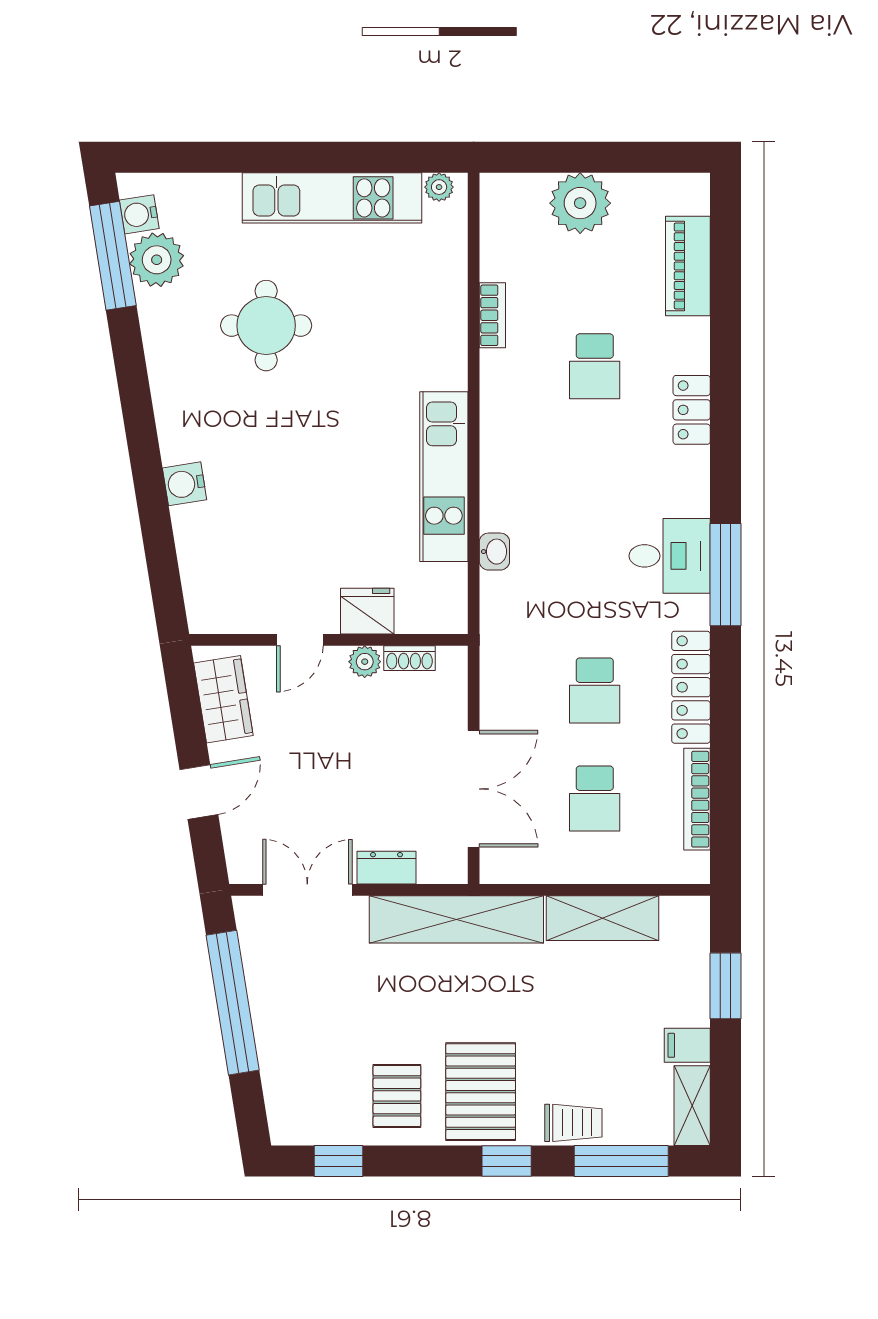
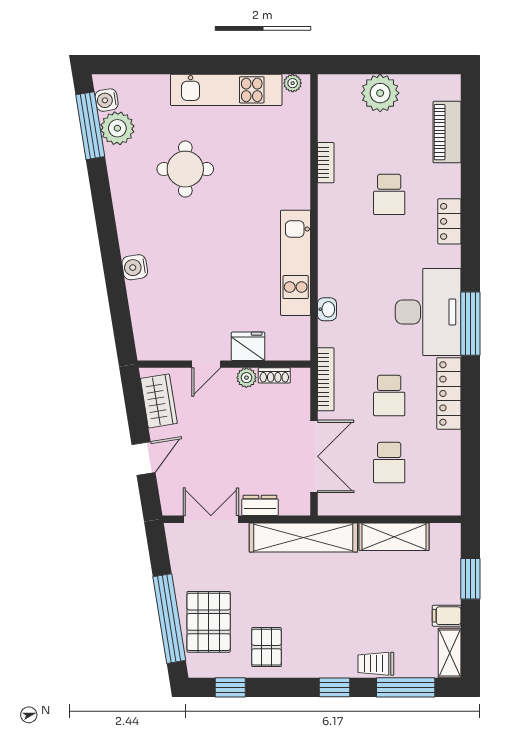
desk: (670, 556) -> (428, 312), width x1.87, depth x1.30
bookcase: (697, 799) -> (326, 379), moved, turned 180
window: (233, 1003) -> (169, 619), moved
pallet: (481, 1092) -> (209, 622), moved
trolley: (573, 1123) -> (376, 664), turned 180

